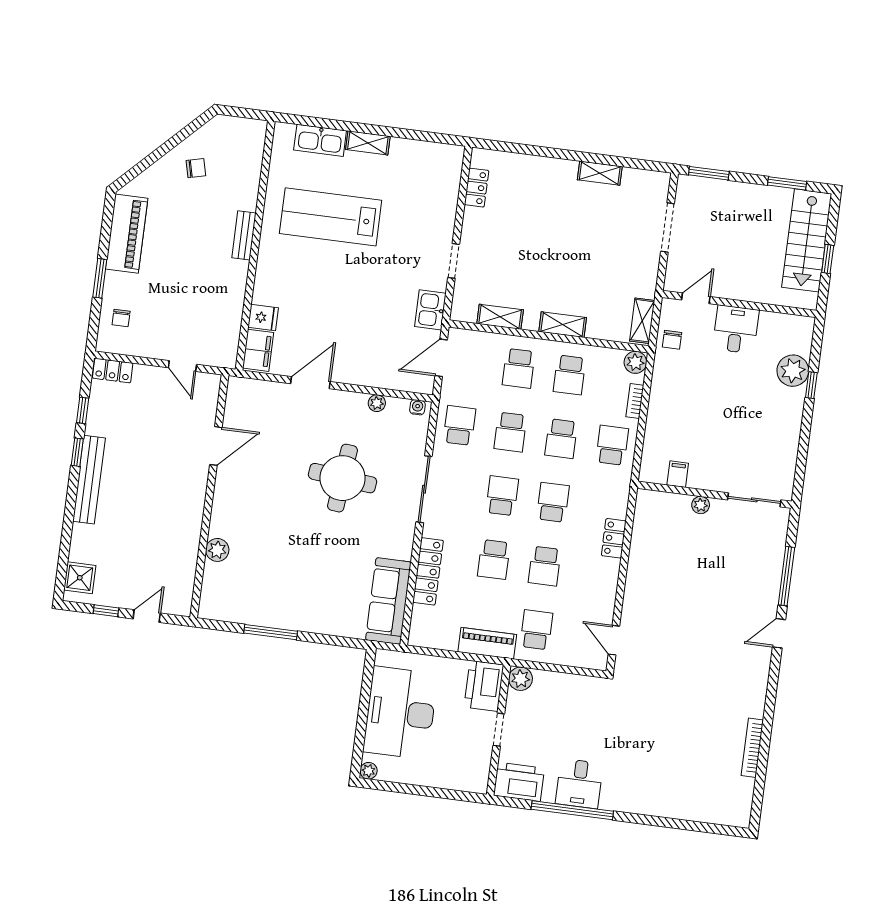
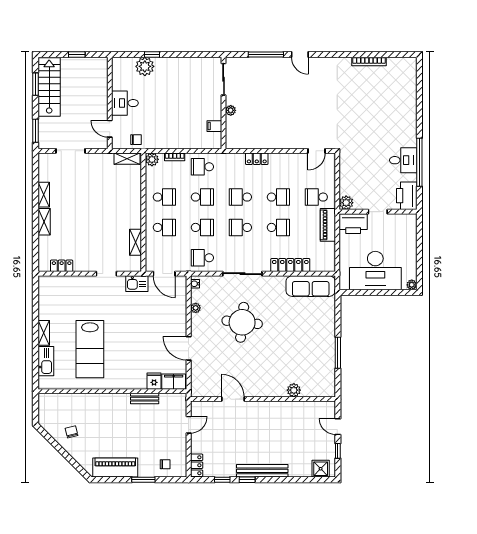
bench: (244, 235) -> (145, 399), moved
stairs: (807, 240) -> (49, 87), moved, turned -90
shelving: (563, 325) -> (44, 222), moved

